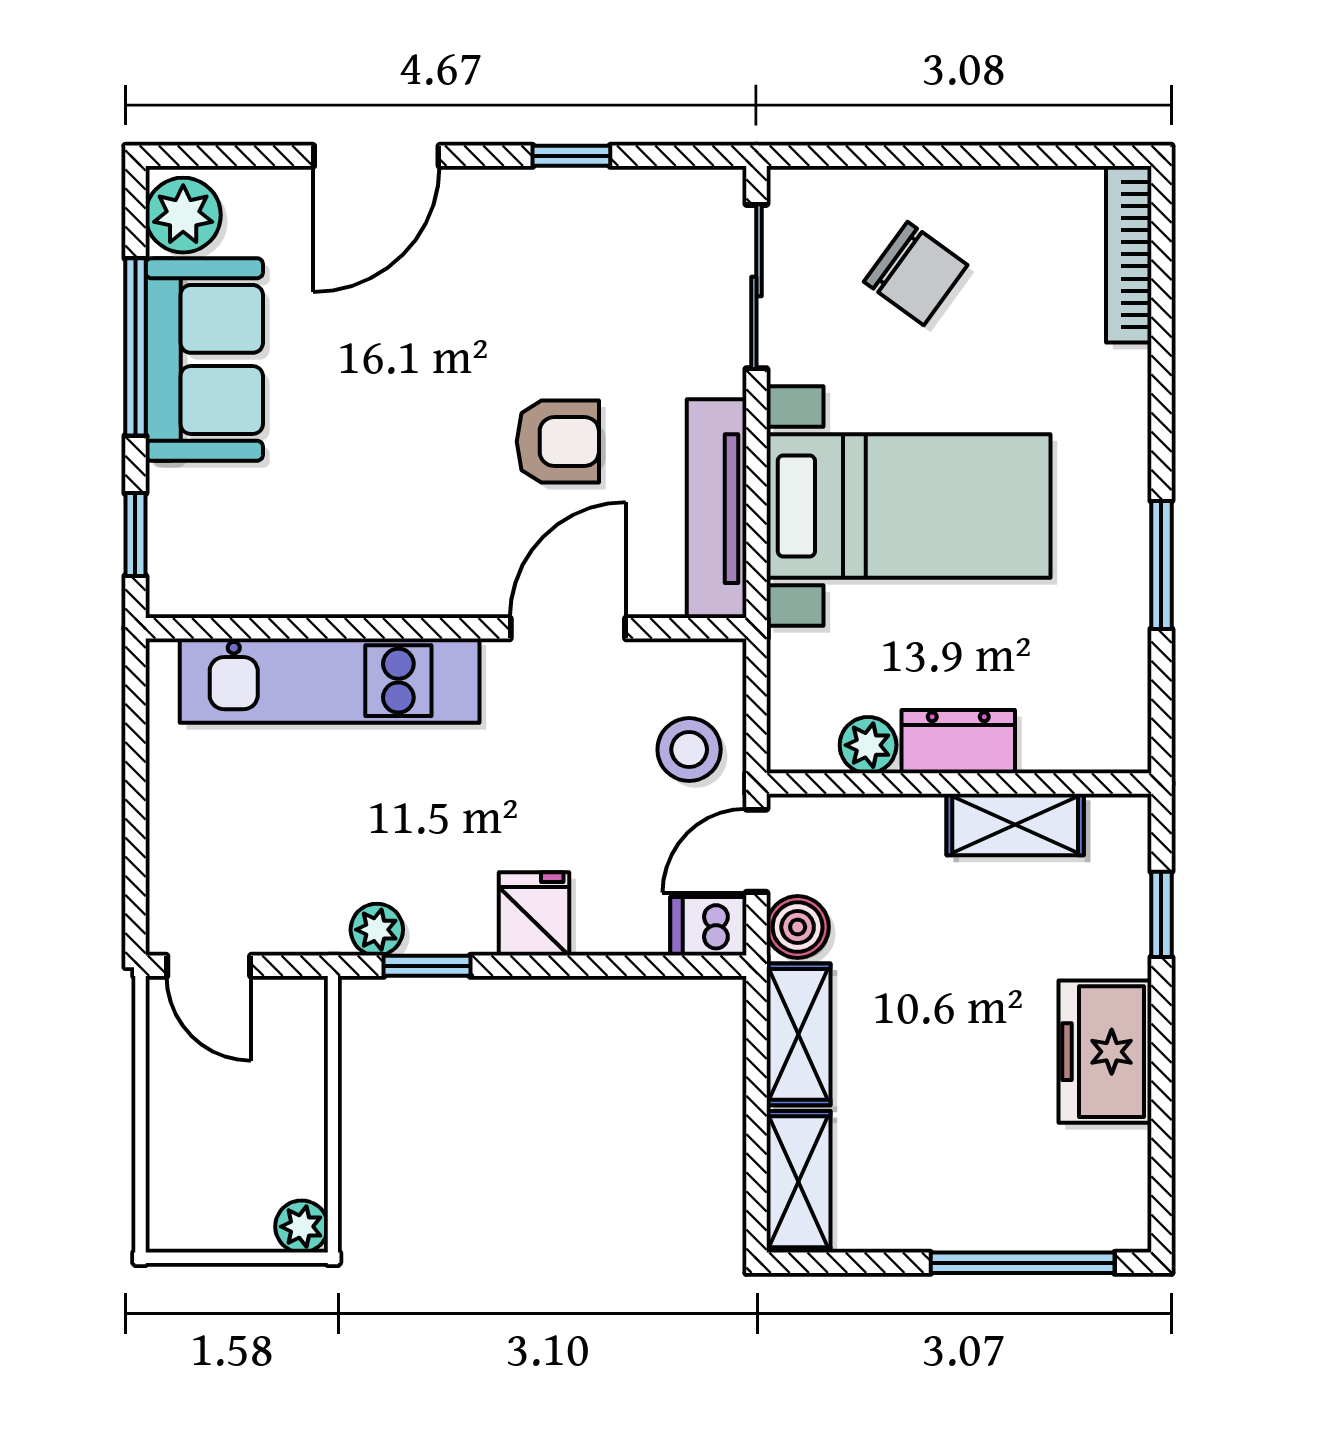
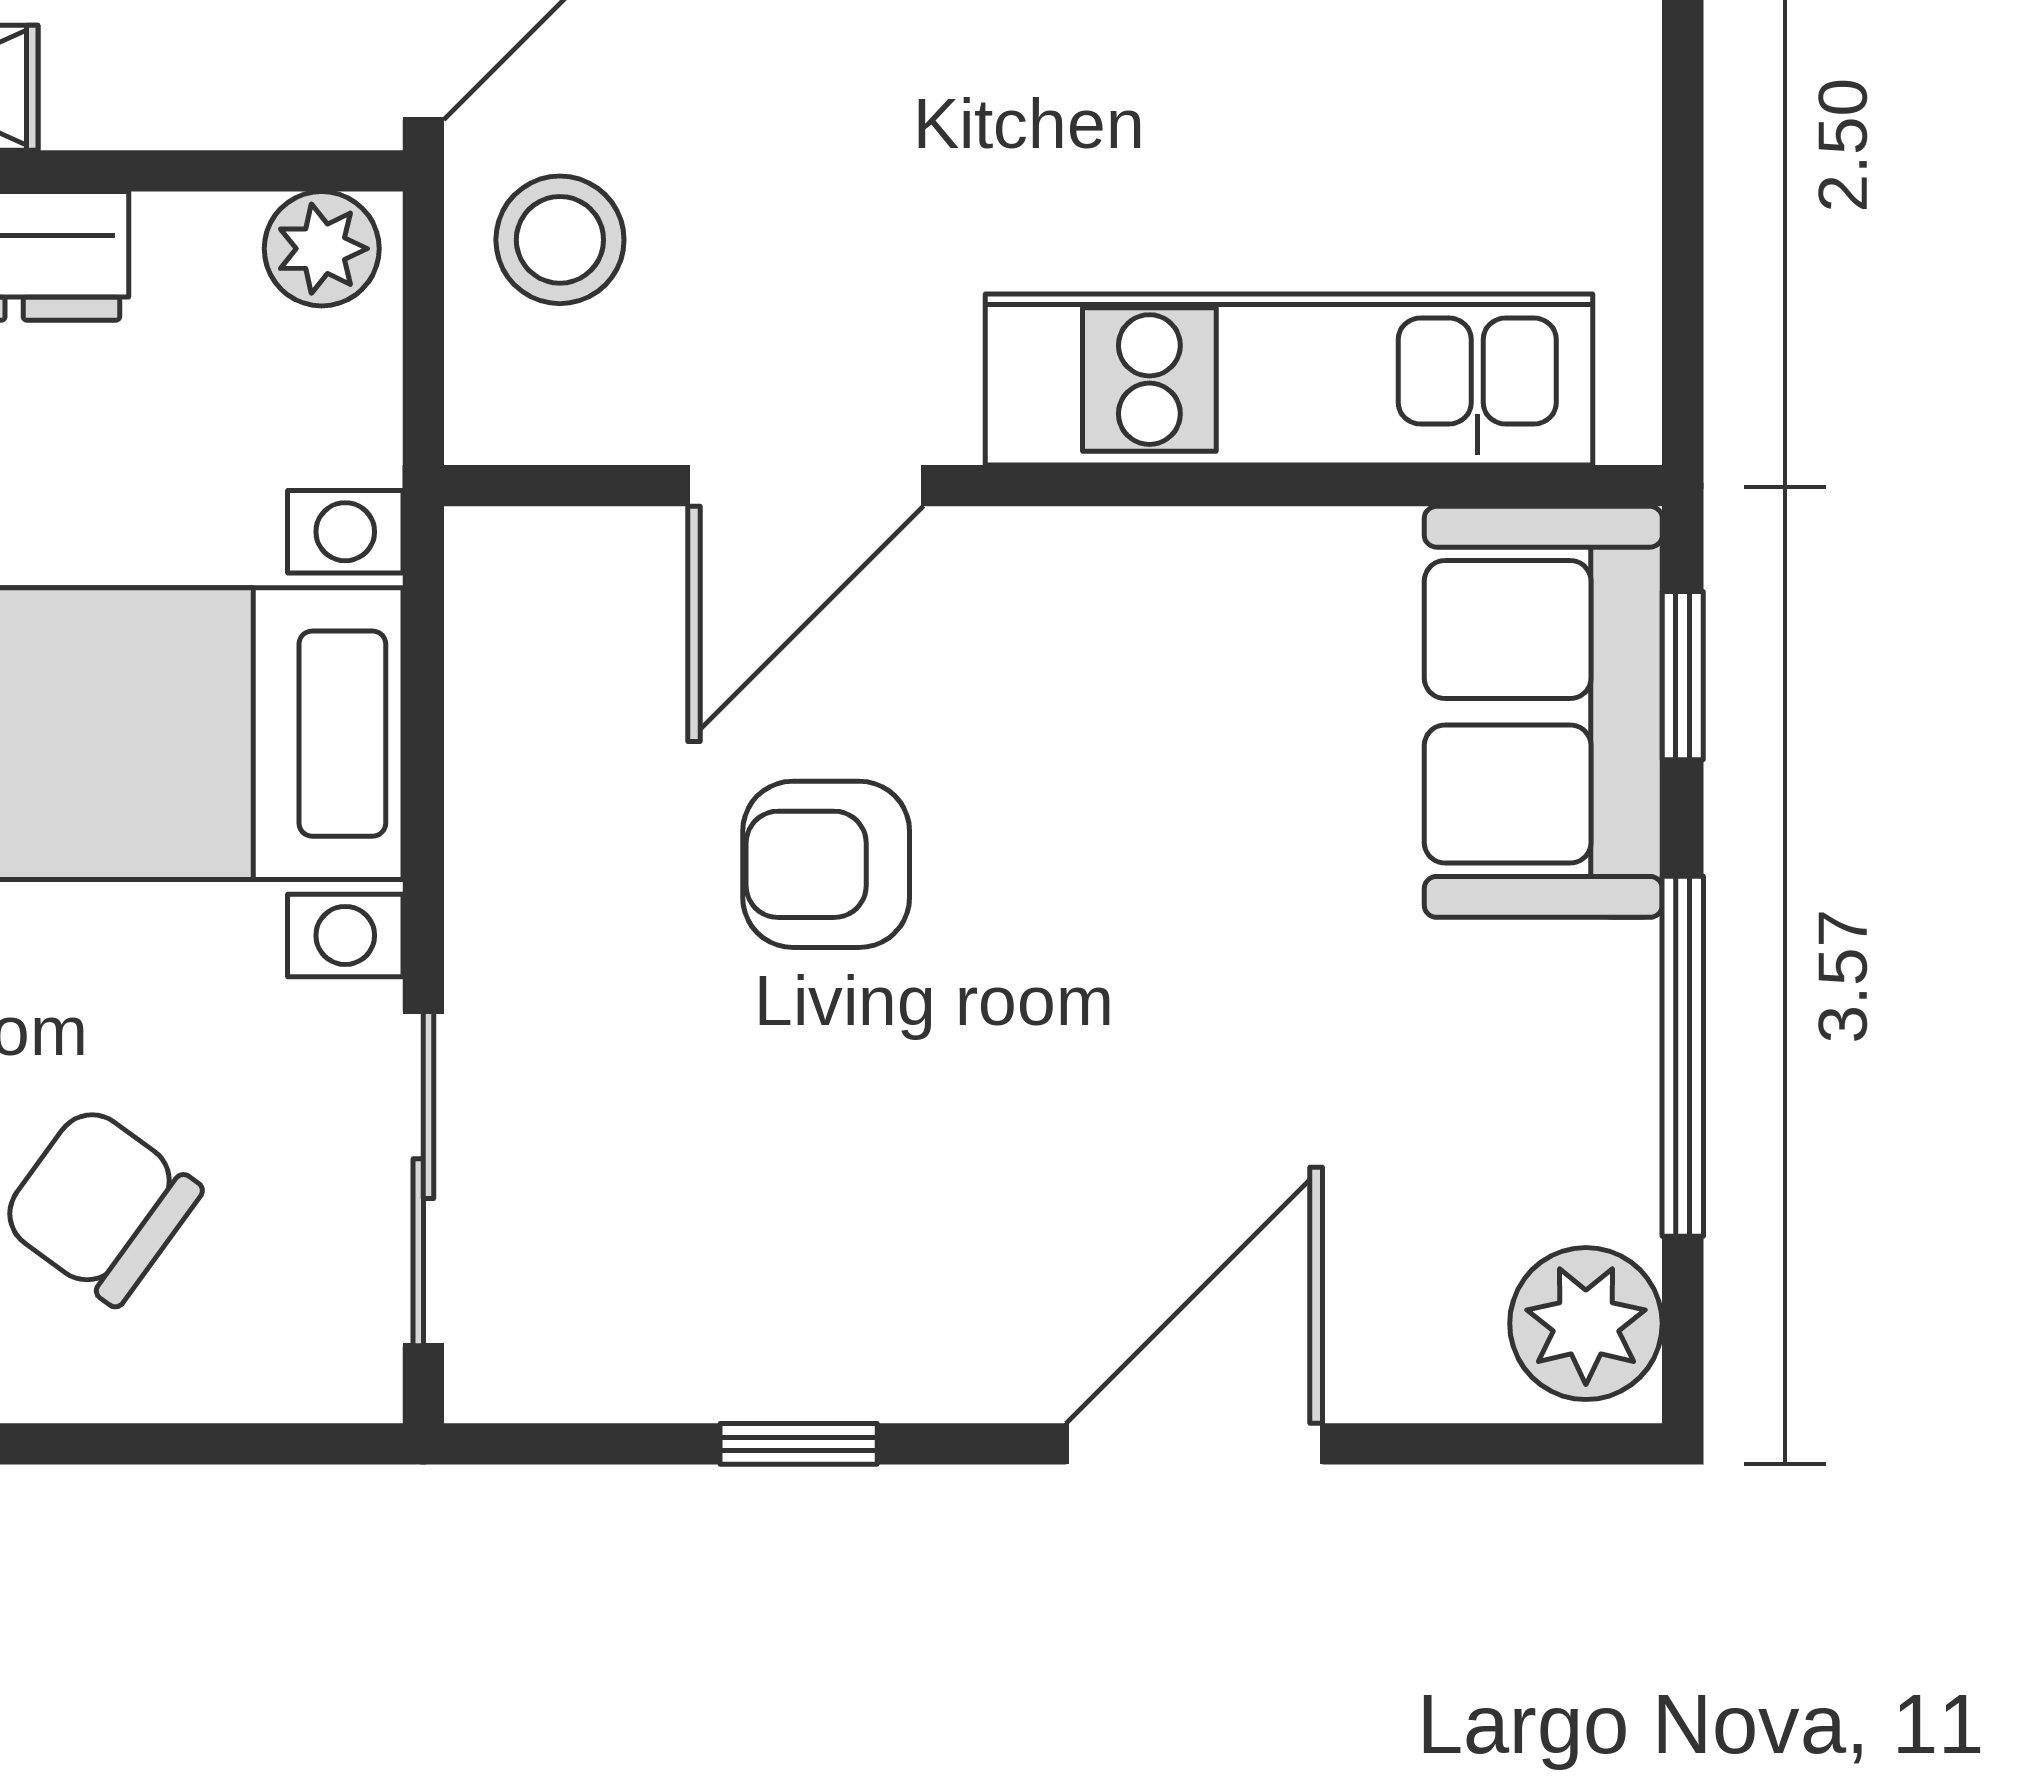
sofa: (204, 359) -> (1543, 712), moved
tv unit: (717, 509) -> (504, 728), removed
plant: (868, 745) -> (322, 249), moved

